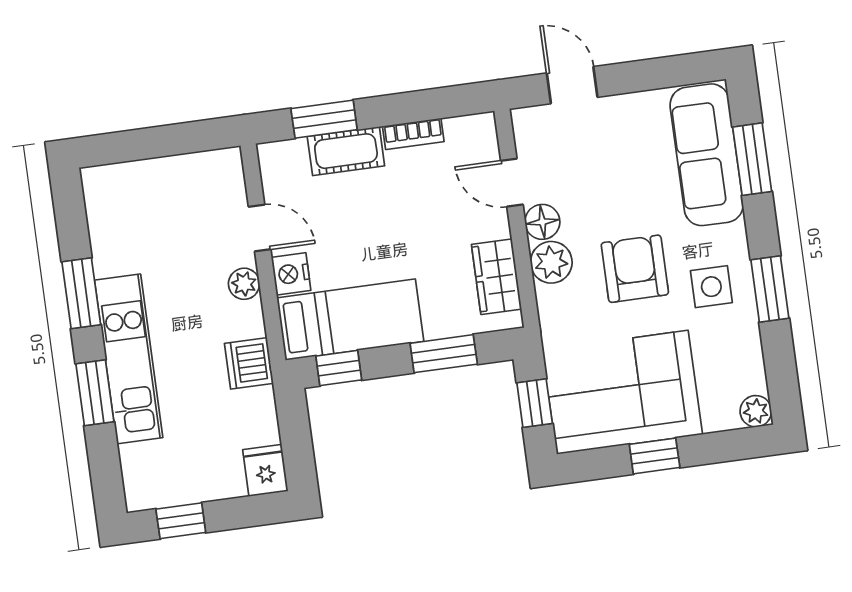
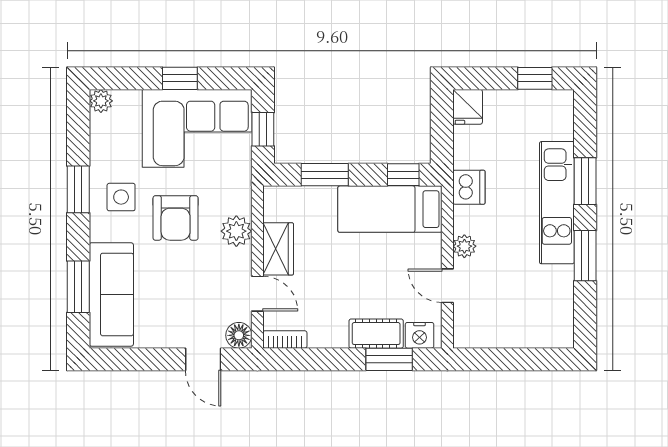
bookcase: (413, 134) -> (285, 339), moved
floor lamp: (542, 222) -> (239, 335), moved
nightstand: (291, 274) -> (419, 335), moved, turned 90
wardrobe: (496, 277) -> (278, 249), moved

